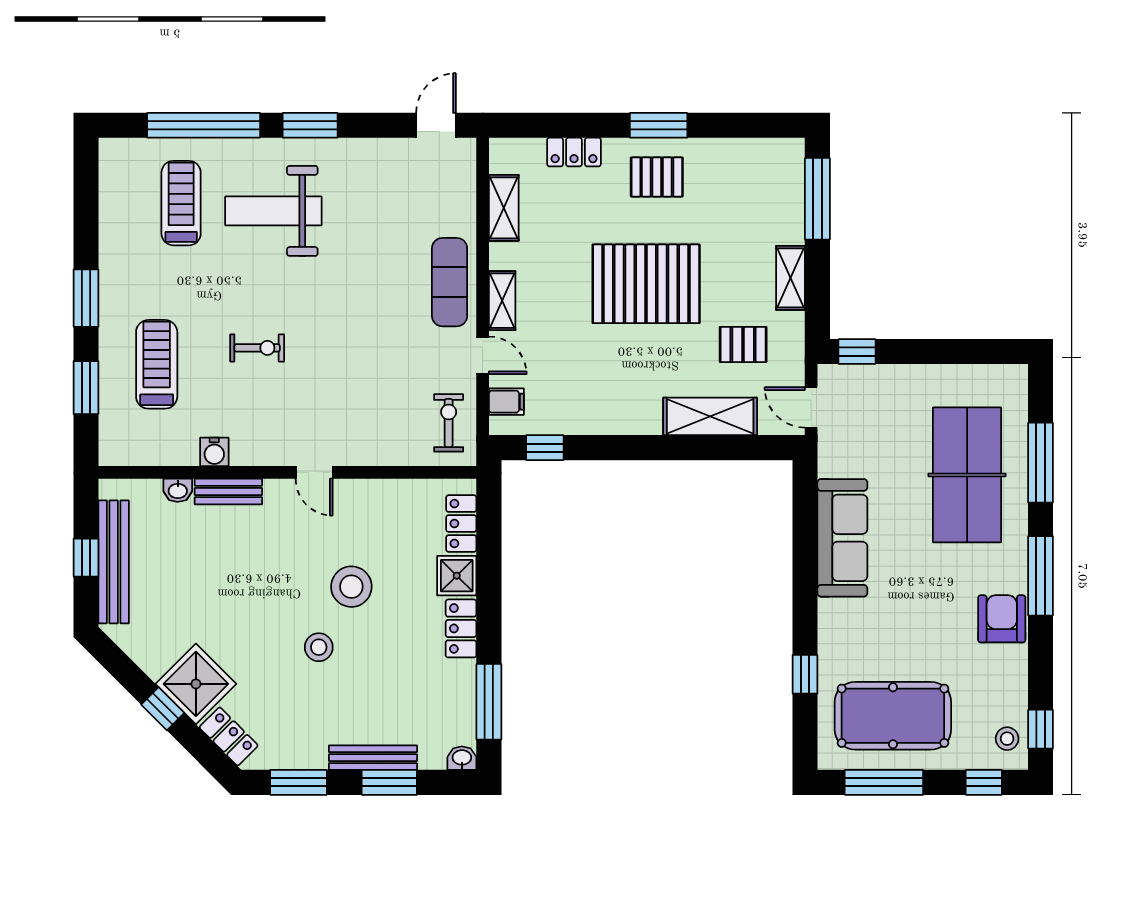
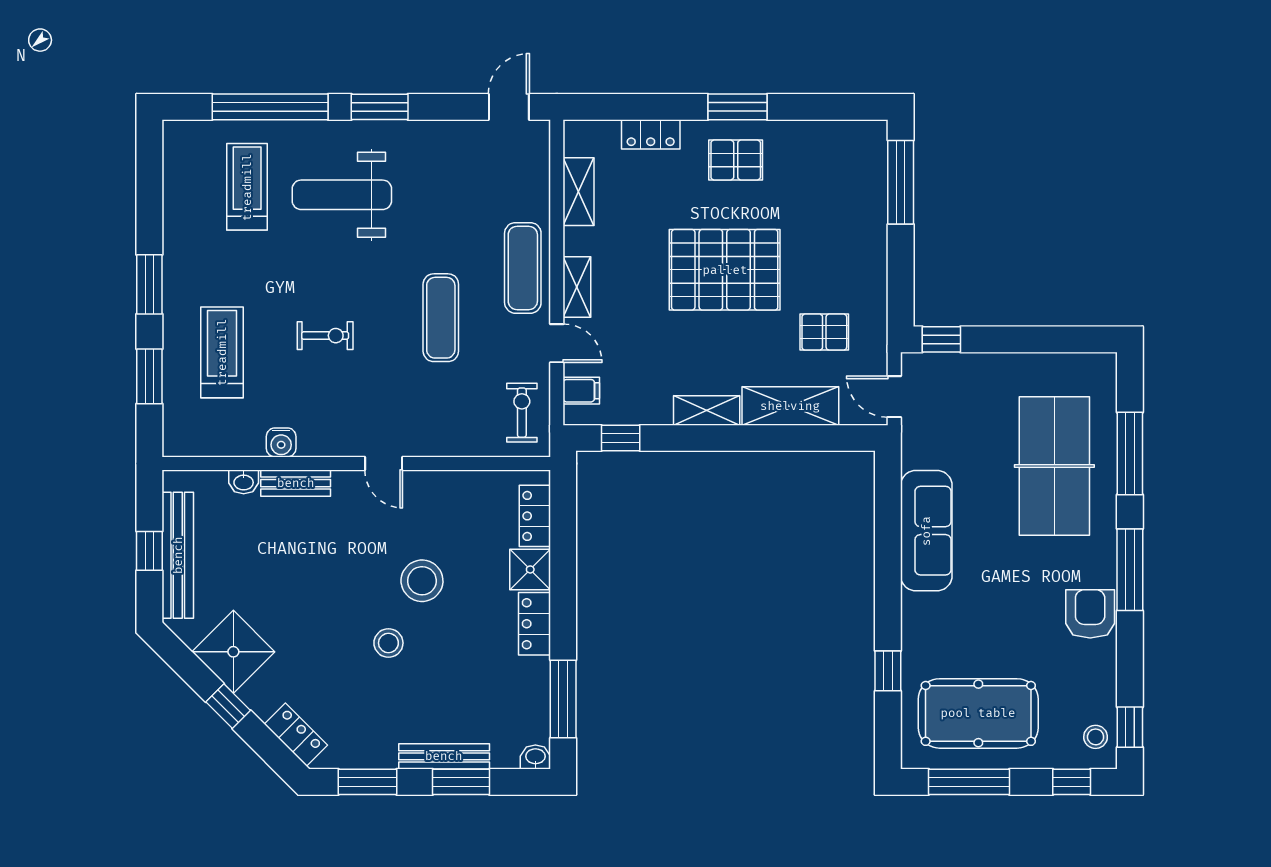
shelving: (791, 278) -> (707, 410), moved, turned 90
exercise mat: (370, 331) -> (441, 318), added
shower: (196, 684) -> (233, 652), moved

